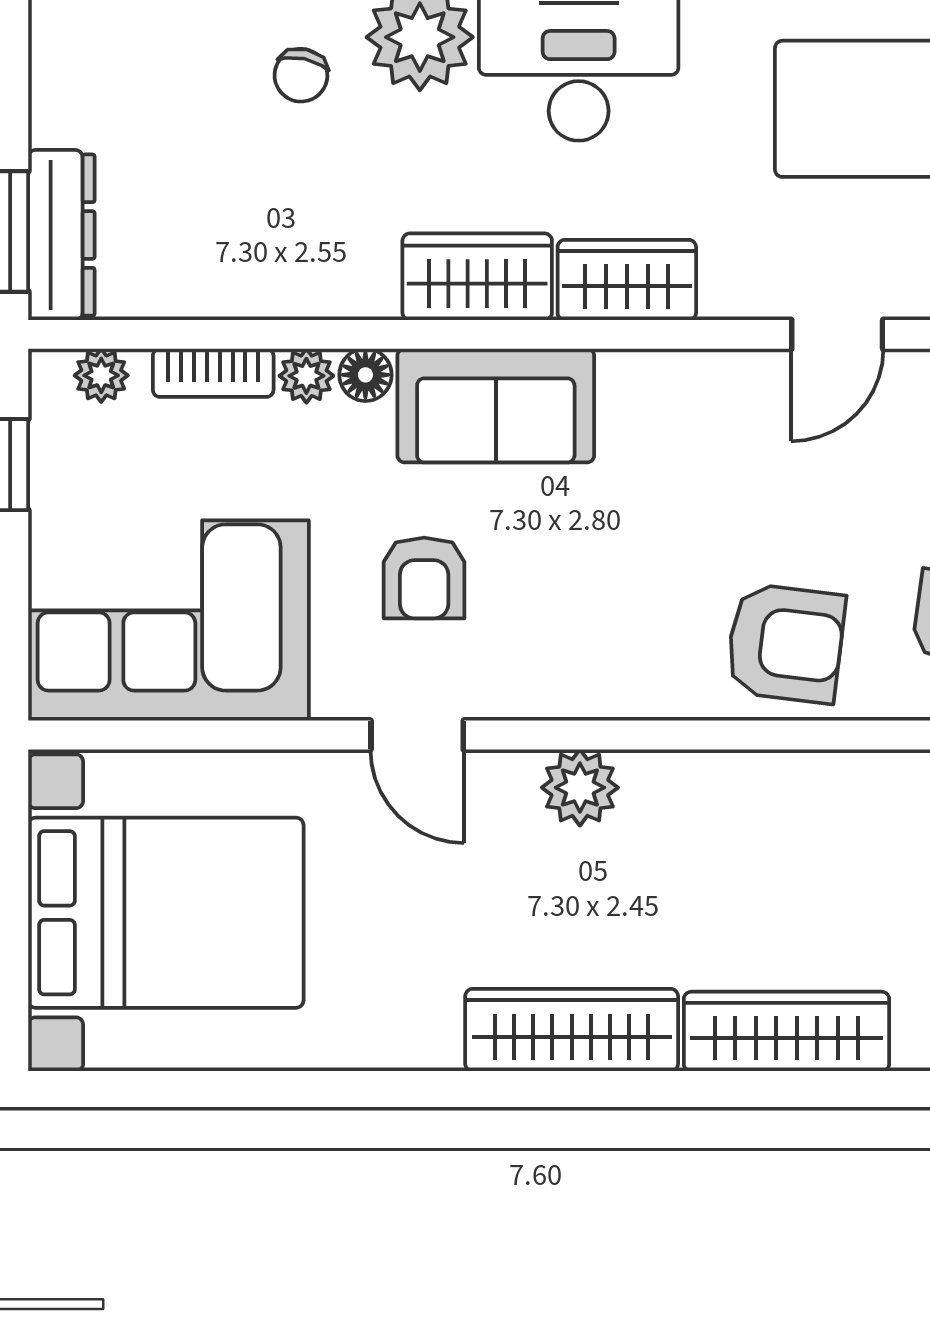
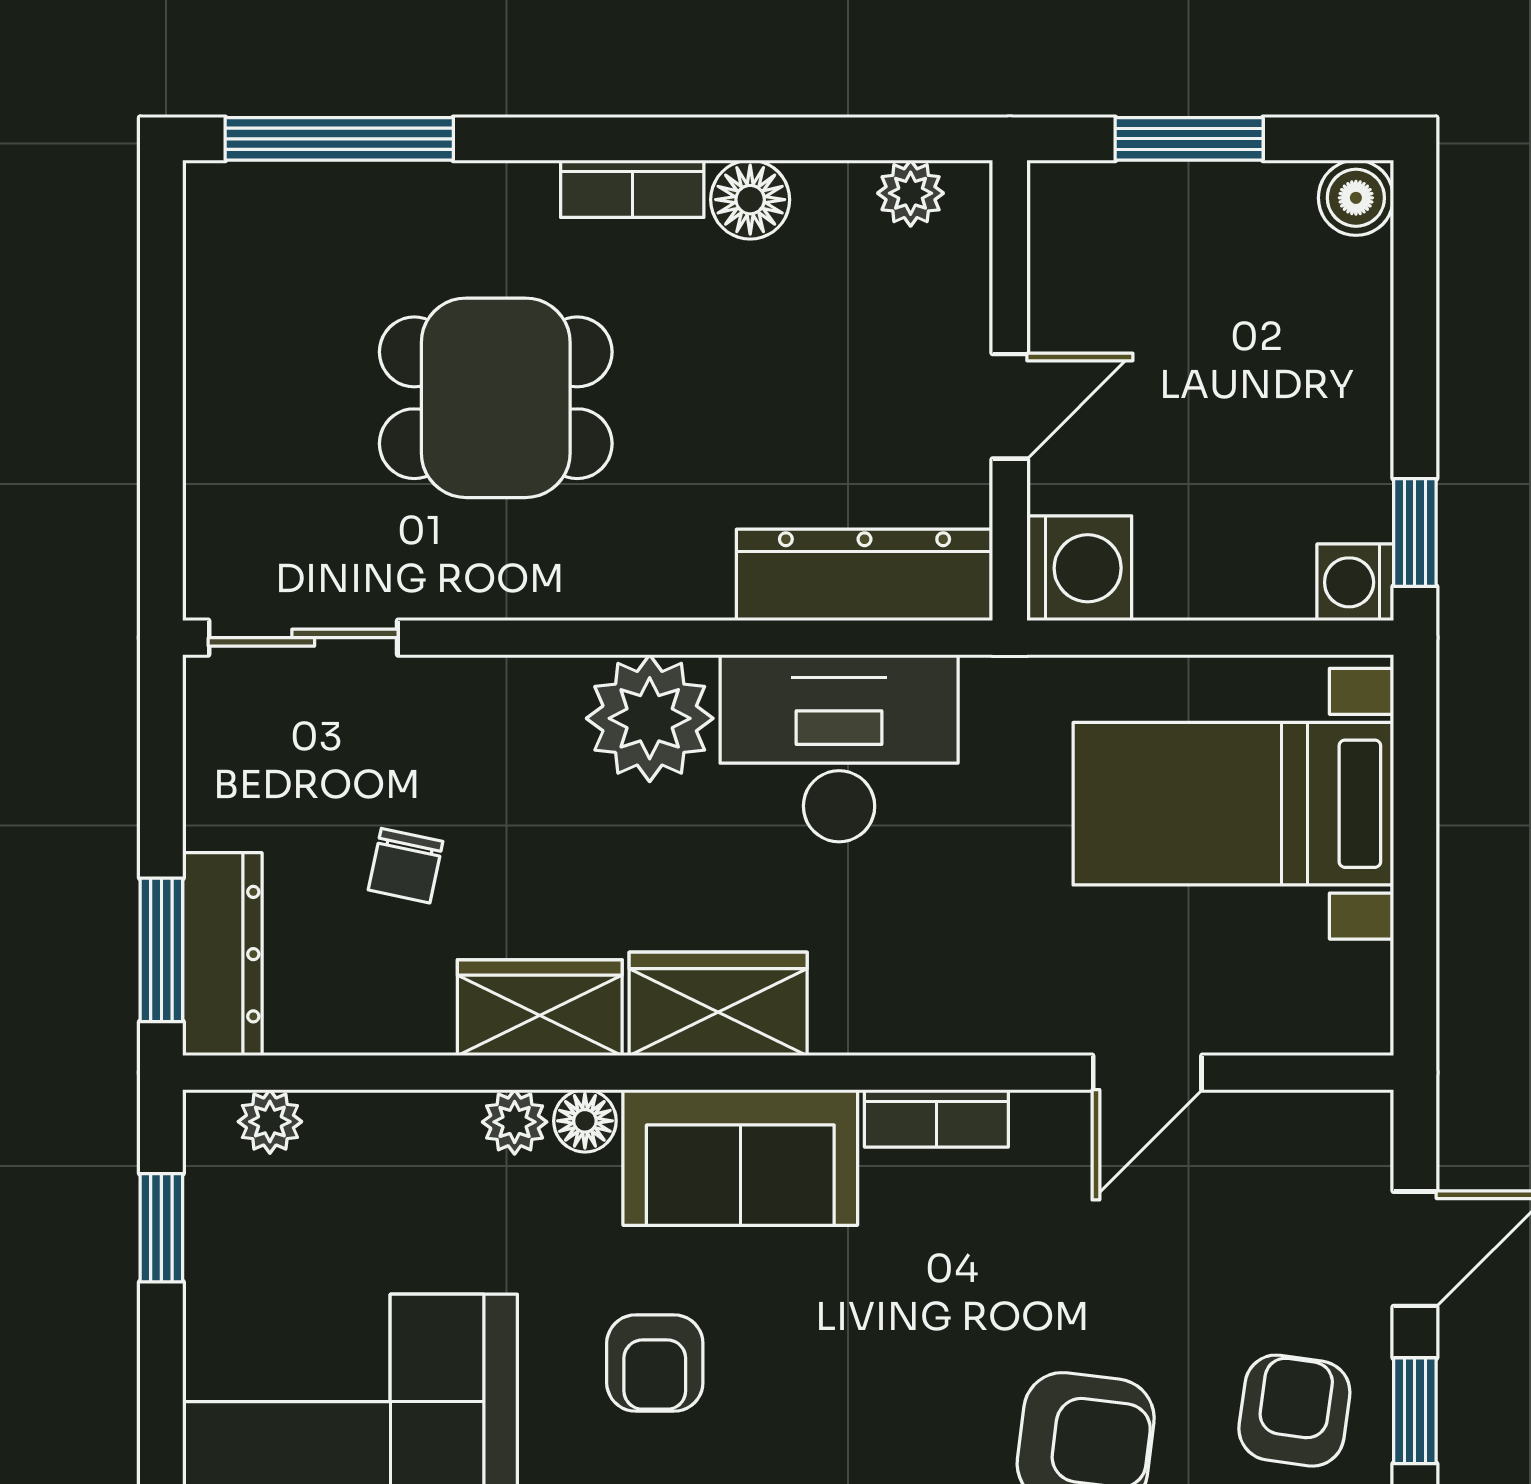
chair: (301, 75) -> (406, 866), moved
wardrobe: (627, 280) -> (540, 1008), moved
bookcase: (213, 373) -> (936, 1118), moved

